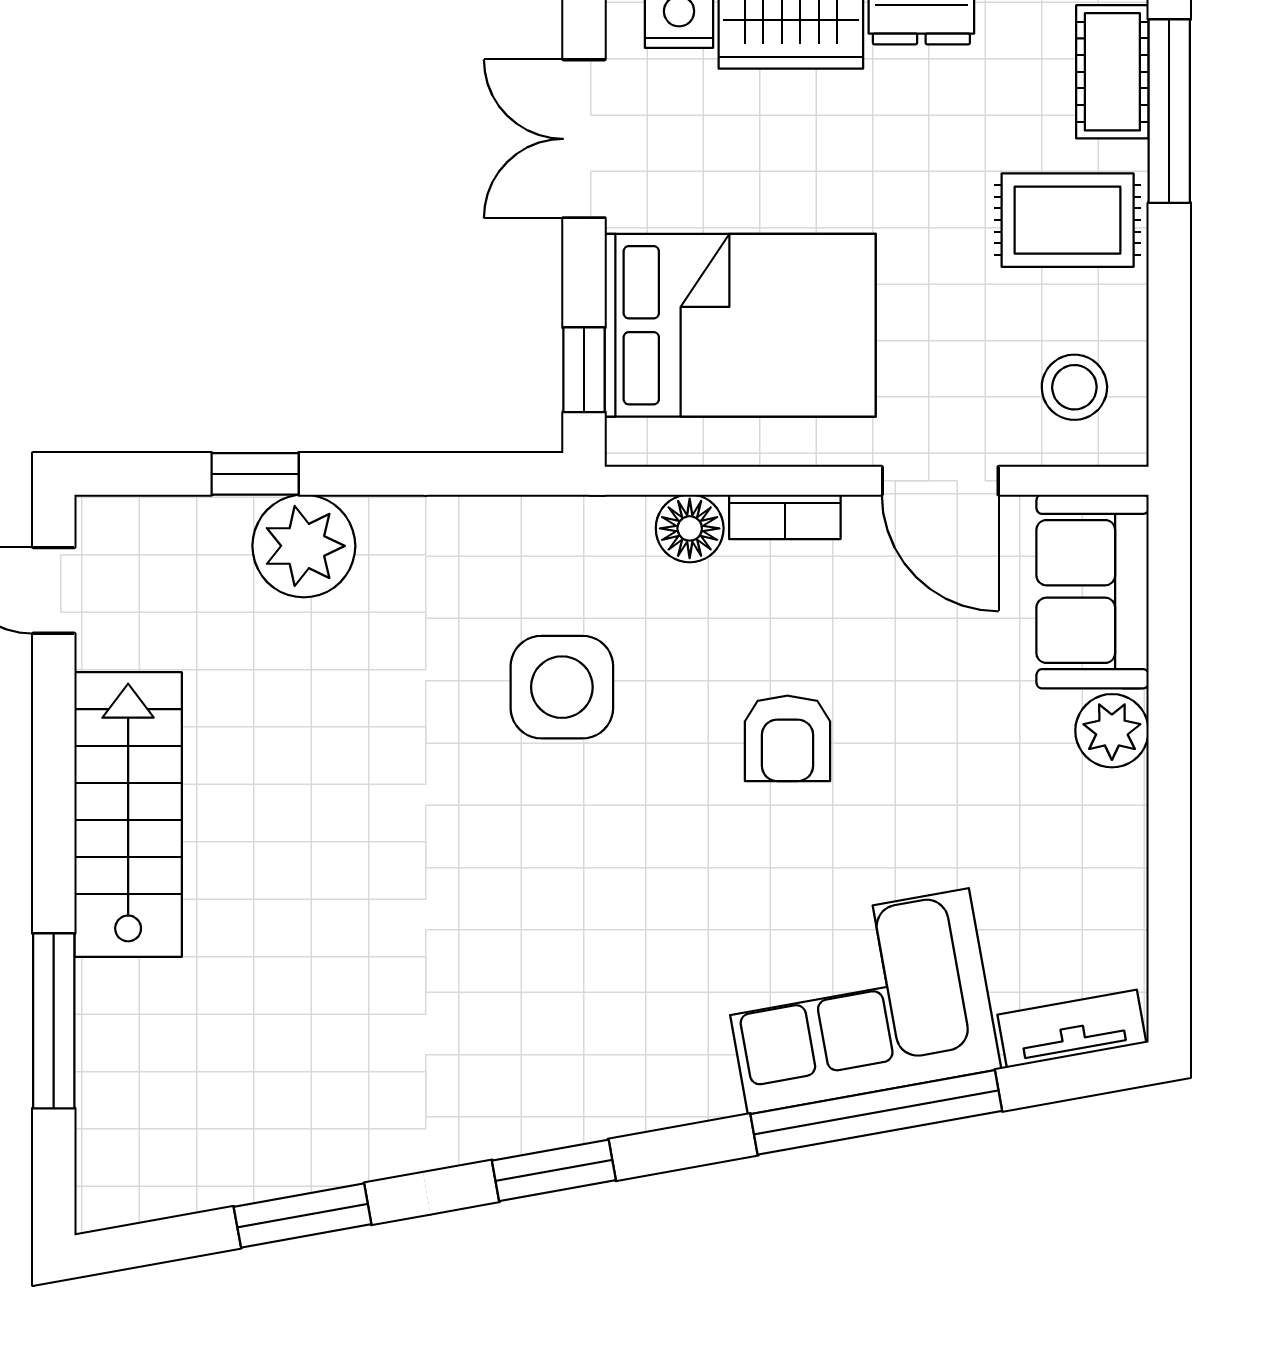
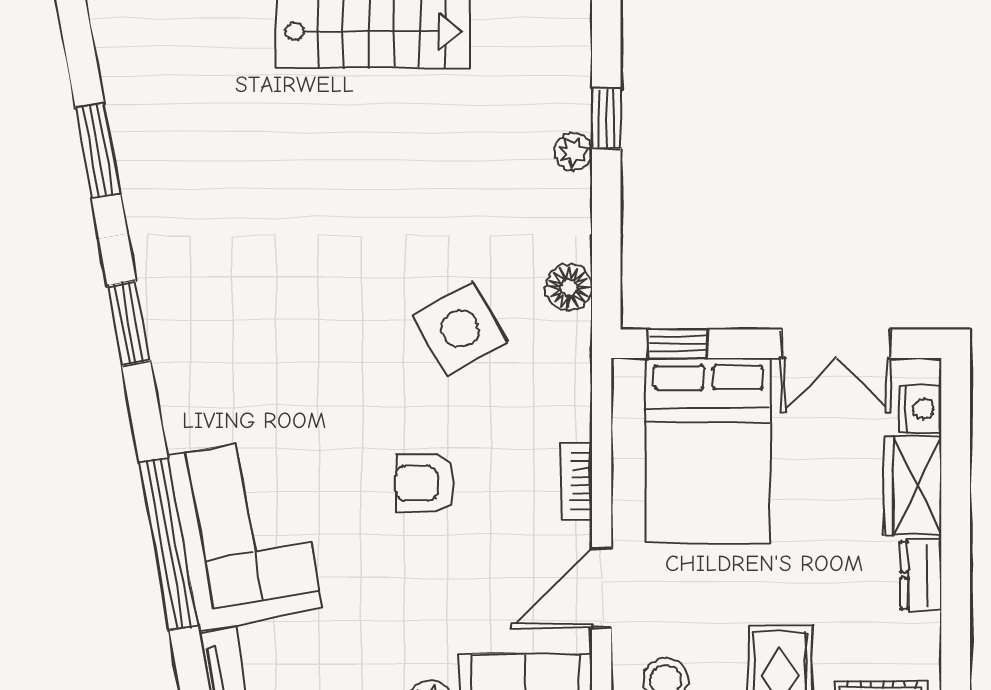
double door: (584, 139) -> (836, 344), swing flipped
floor lamp: (690, 528) -> (569, 287), moved
plant: (304, 546) -> (573, 152), width x0.53, depth x0.53
side table: (562, 687) -> (460, 329), turned -30

